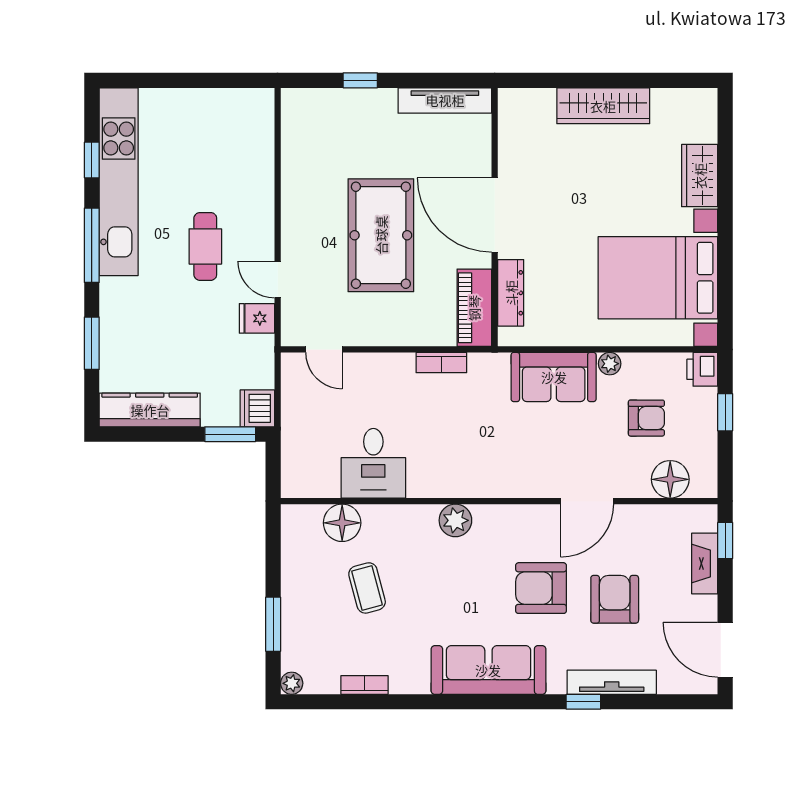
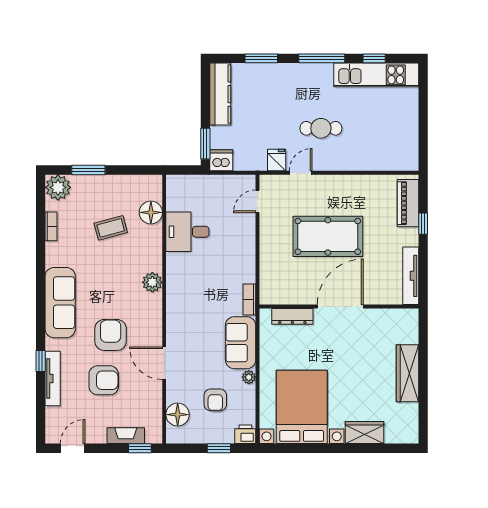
kitchen unit: (119, 182) -> (376, 75), width x0.73
piano: (474, 308) -> (408, 203), moved, turned -90
bookcase: (441, 363) -> (249, 299), moved
door: (725, 650) -> (73, 448), width x0.73
plant: (292, 683) -> (58, 187), width x1.88, depth x1.88

